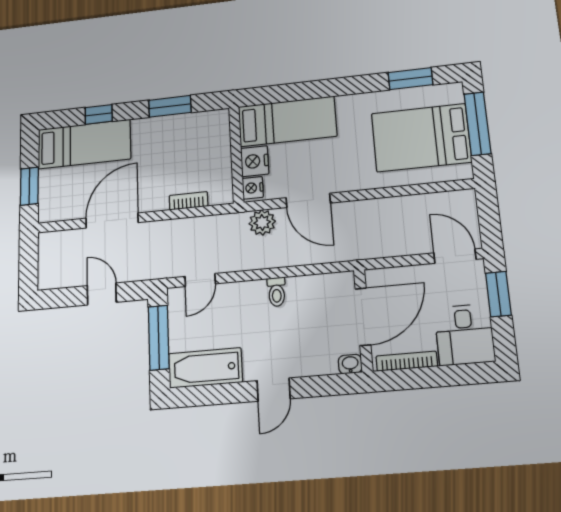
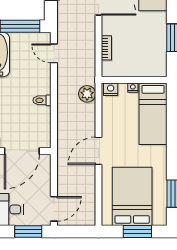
window: (478, 124) -> (137, 232), width x0.69
nightstand: (255, 161) -> (133, 88), width x0.53, depth x0.56
door: (308, 200) -> (98, 151), moved
door: (363, 317) -> (22, 151), hinge flipped

